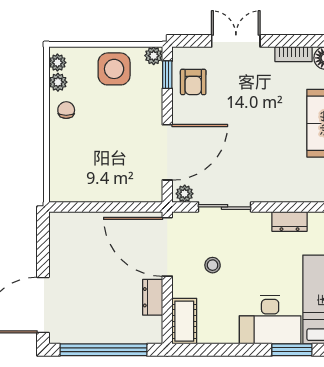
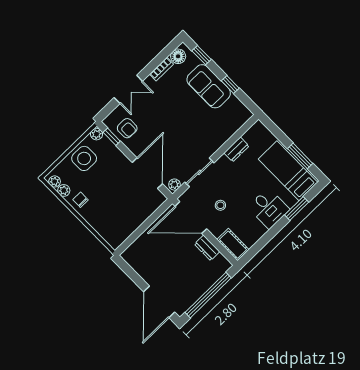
double door: (236, 41) -> (128, 89), swing flipped
desk: (270, 320) -> (269, 208), width x0.73

